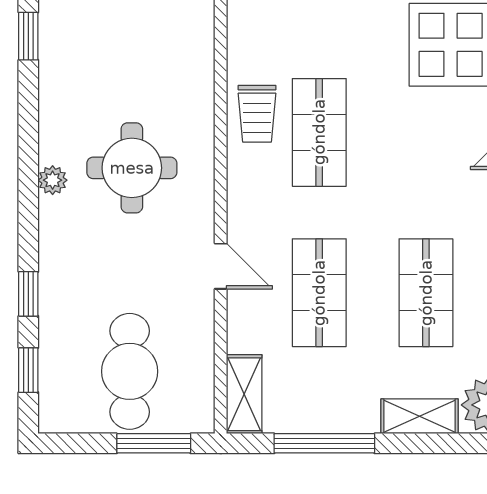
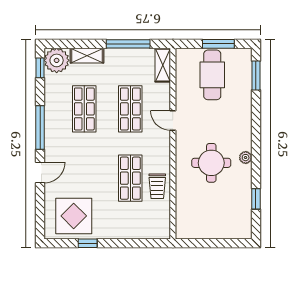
window: (28, 36) -> (256, 199), moved
trolley: (257, 114) -> (157, 186), turned 180
window: (28, 294) -> (256, 108), removed
window: (28, 370) -> (256, 76), width x1.50
window: (154, 443) -> (218, 44), moved

